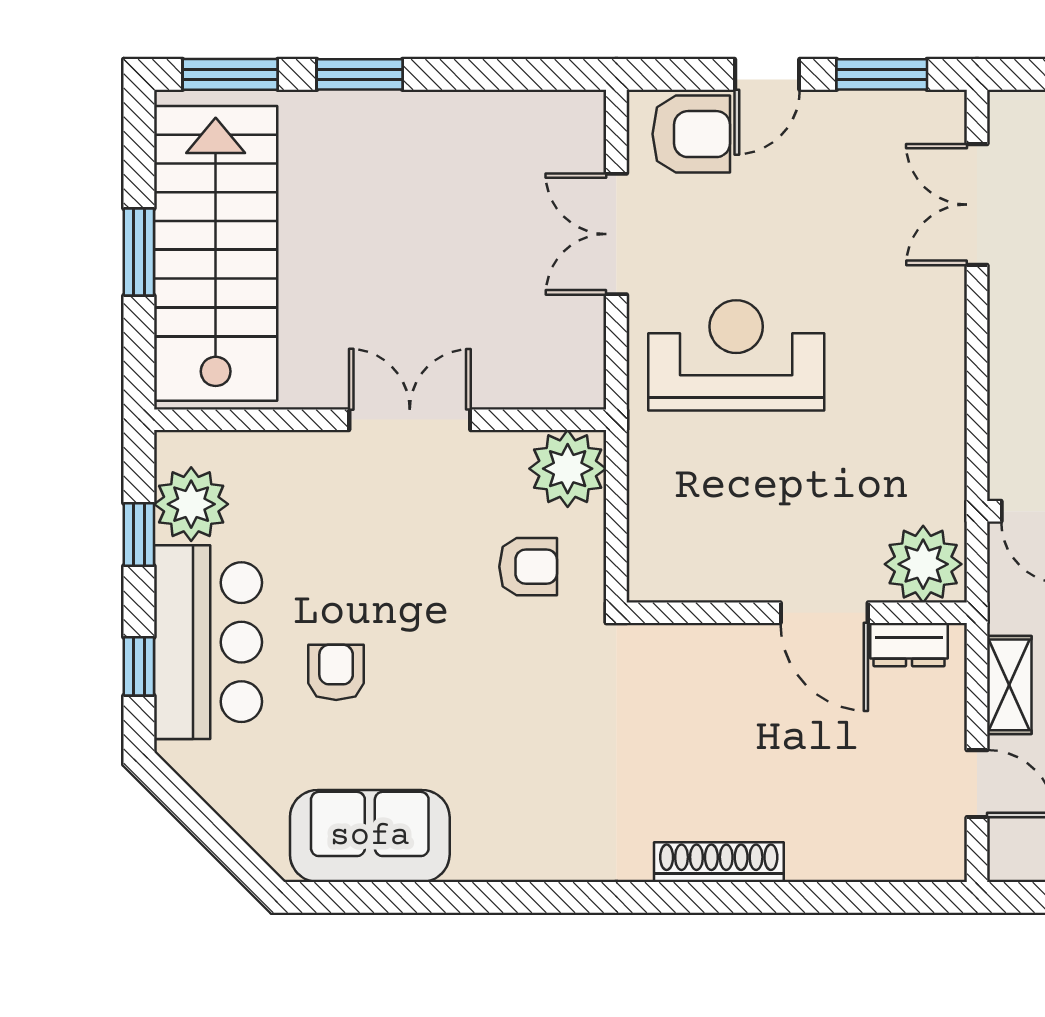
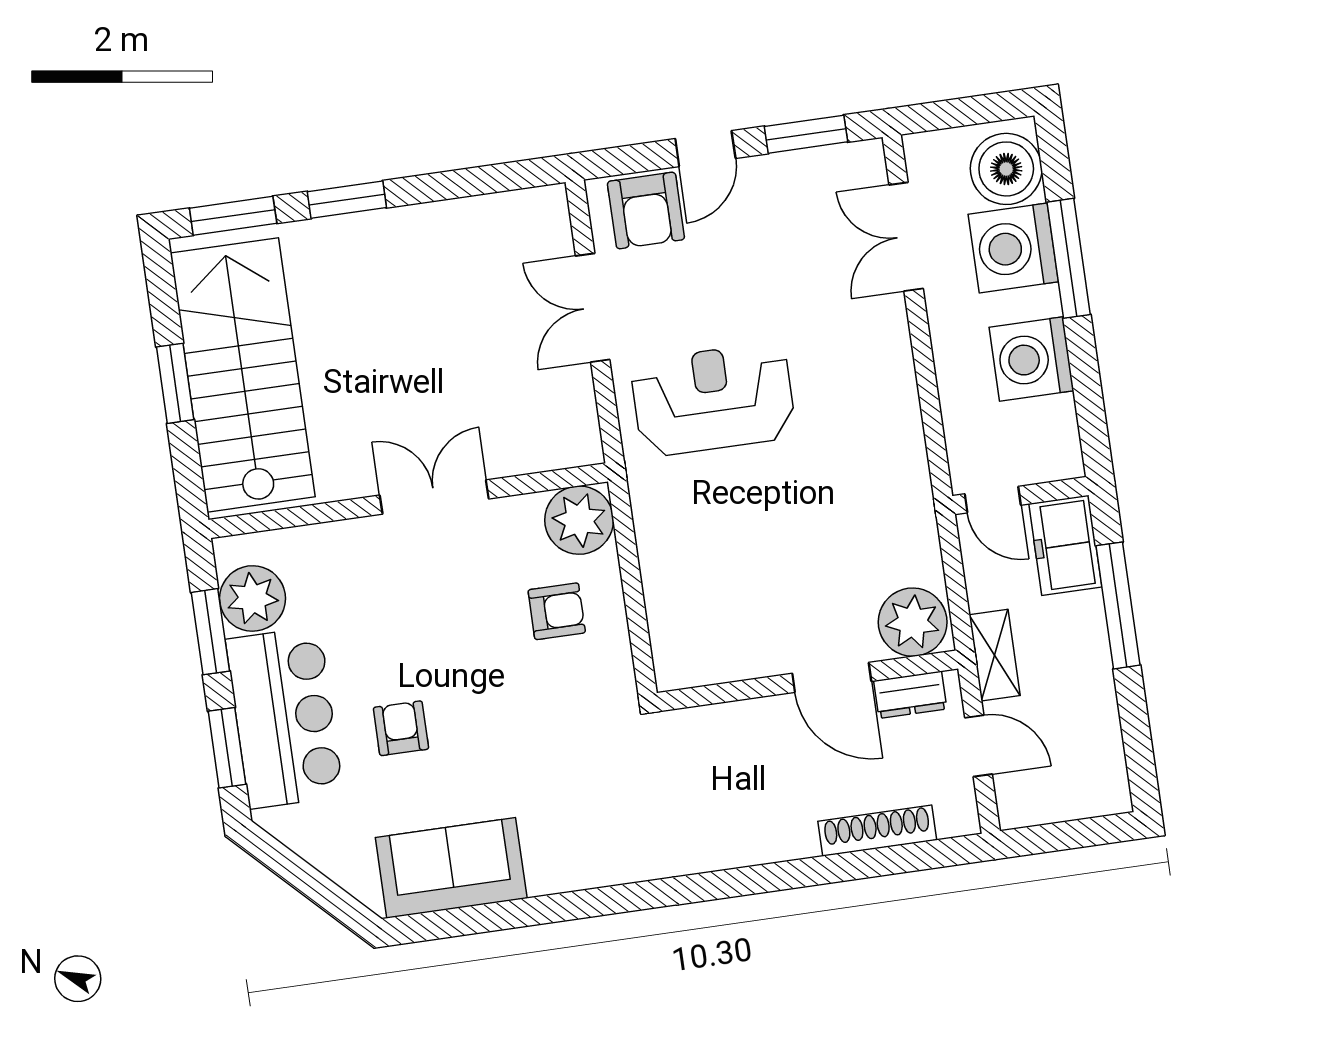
armchair: (691, 134) -> (646, 210), turned 90
window: (139, 534) -> (210, 632), width x1.50
plant: (923, 564) -> (913, 622), moved
wall: (797, 613) -> (808, 681), moved
door: (824, 613) -> (832, 677), moved
dresser: (909, 645) -> (910, 695), moved
window: (139, 666) -> (227, 748), width x1.50
shoe rack: (719, 862) -> (877, 831), moved

